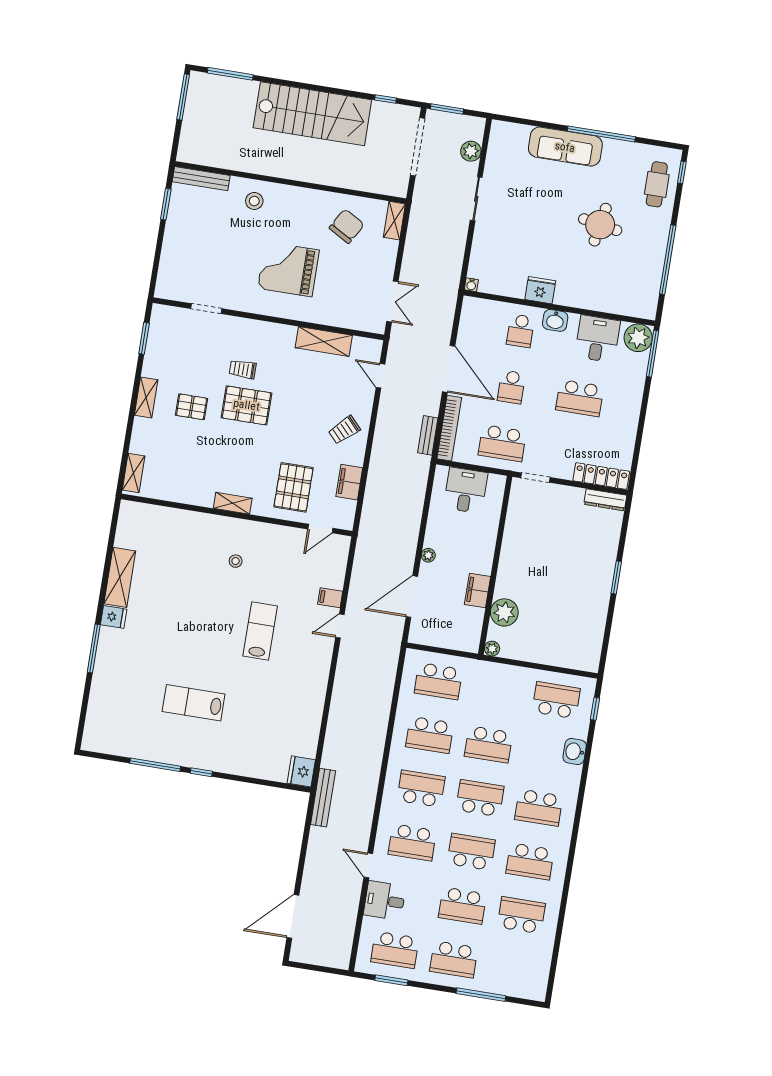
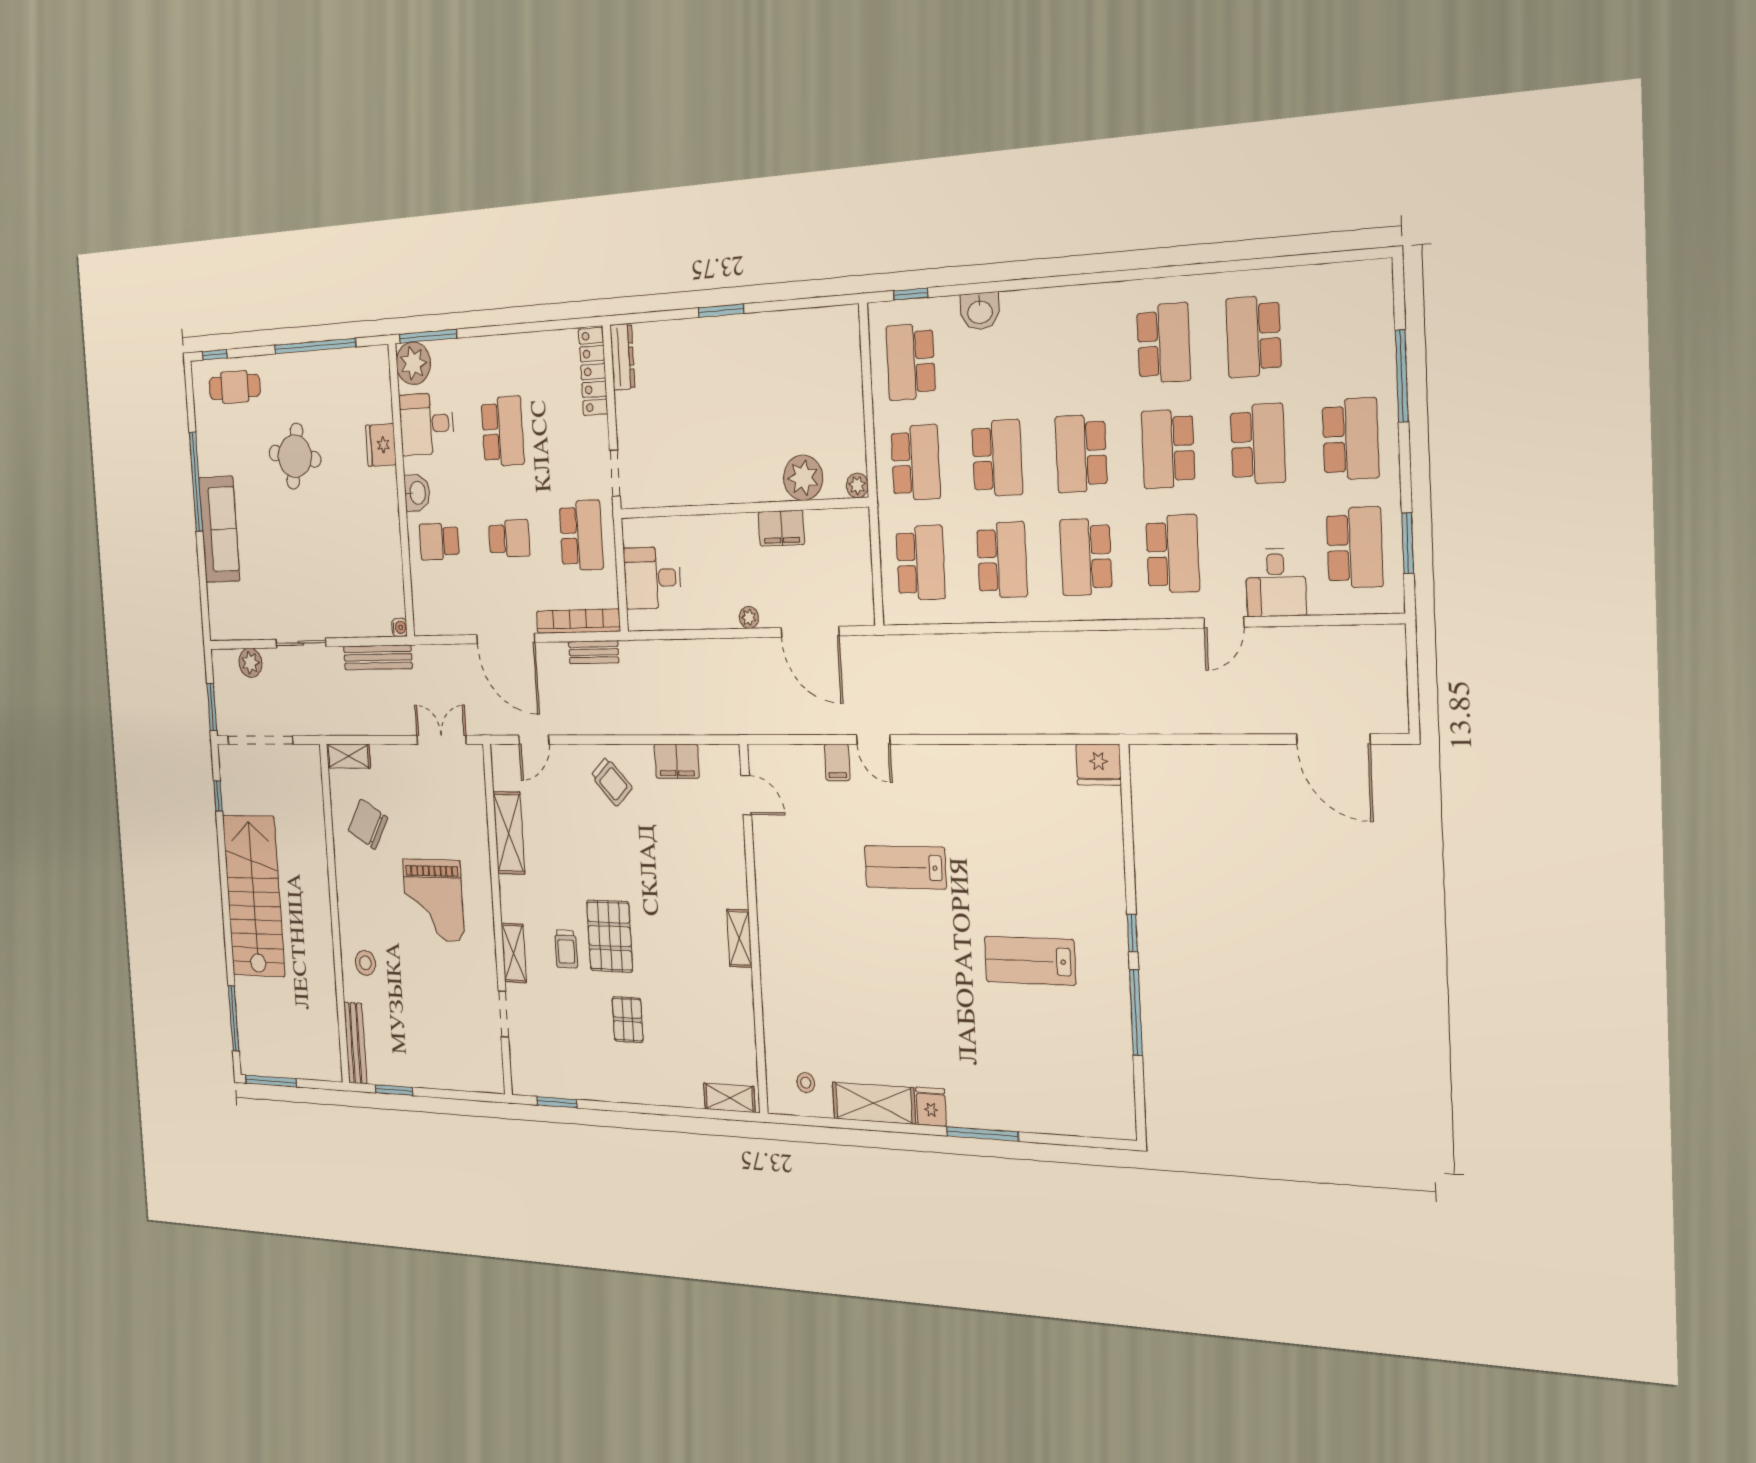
fridge: (540, 290) -> (381, 445), moved
school desk: (520, 331) -> (439, 541), turned 180
door: (449, 369) -> (506, 638), swing flipped
shelving: (146, 398) -> (514, 953), moved, turned 90
pallet: (294, 487) -> (700, 847), removed
stool: (236, 561) -> (806, 1083), moved
lab bench: (194, 703) -> (1030, 961), turned 90
bench: (323, 798) -> (378, 657), moved
school desk: (539, 808) -> (916, 463), moved

